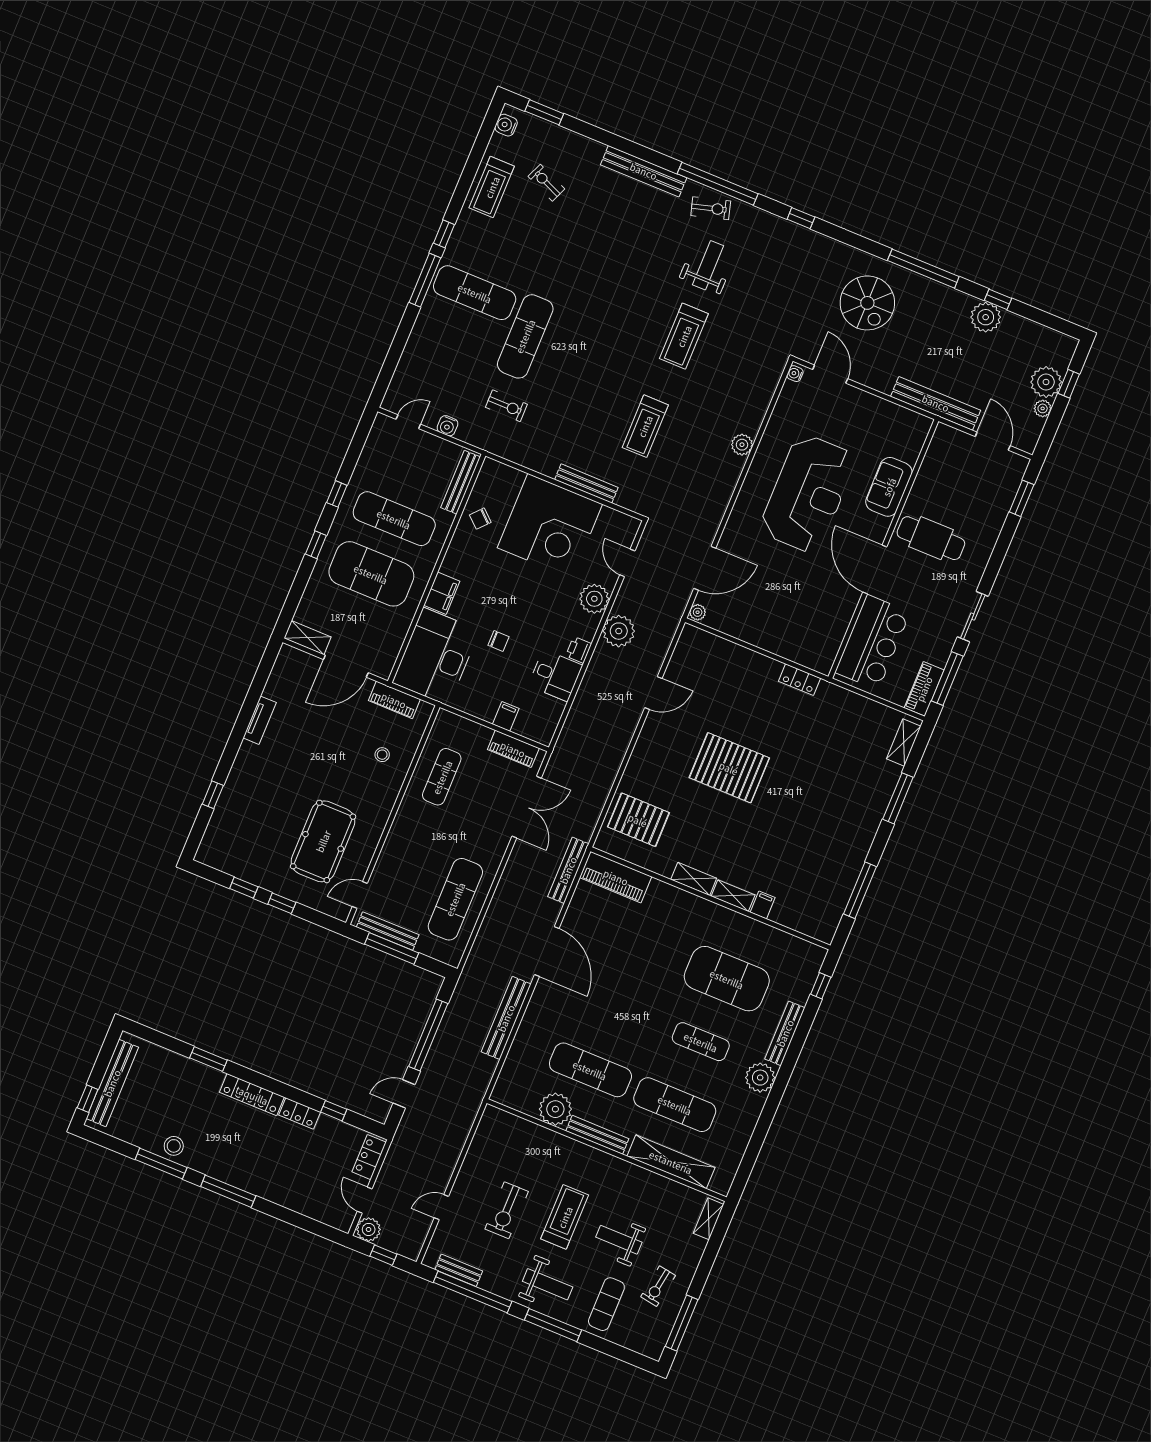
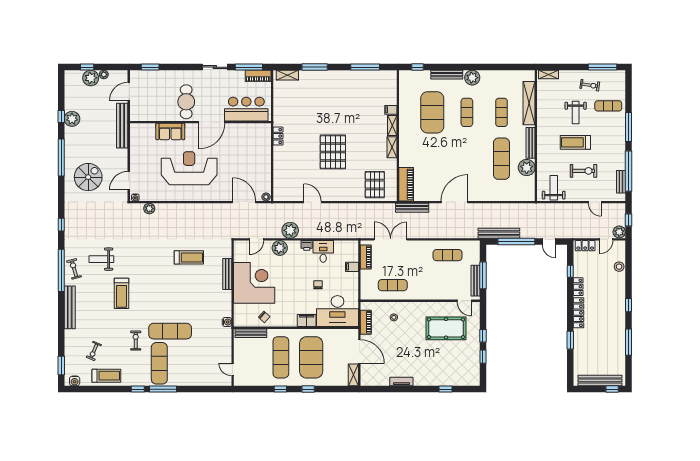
treadmill: (684, 336) -> (121, 293), moved, turned 90
exercise bike: (506, 406) -> (136, 340), moved
water cooler: (447, 426) -> (227, 322), moved
plant: (742, 445) -> (149, 209), moved
exercise mat: (455, 899) -> (448, 255), width x0.73, depth x0.69
bench: (506, 1018) -> (499, 233), moved
exercise mat: (675, 1105) -> (501, 112), width x0.73, depth x0.69
stool: (174, 1146) -> (619, 267), moved
window: (228, 1191) -> (628, 305), width x0.46
weight bench: (548, 1284) -> (554, 188), moved

